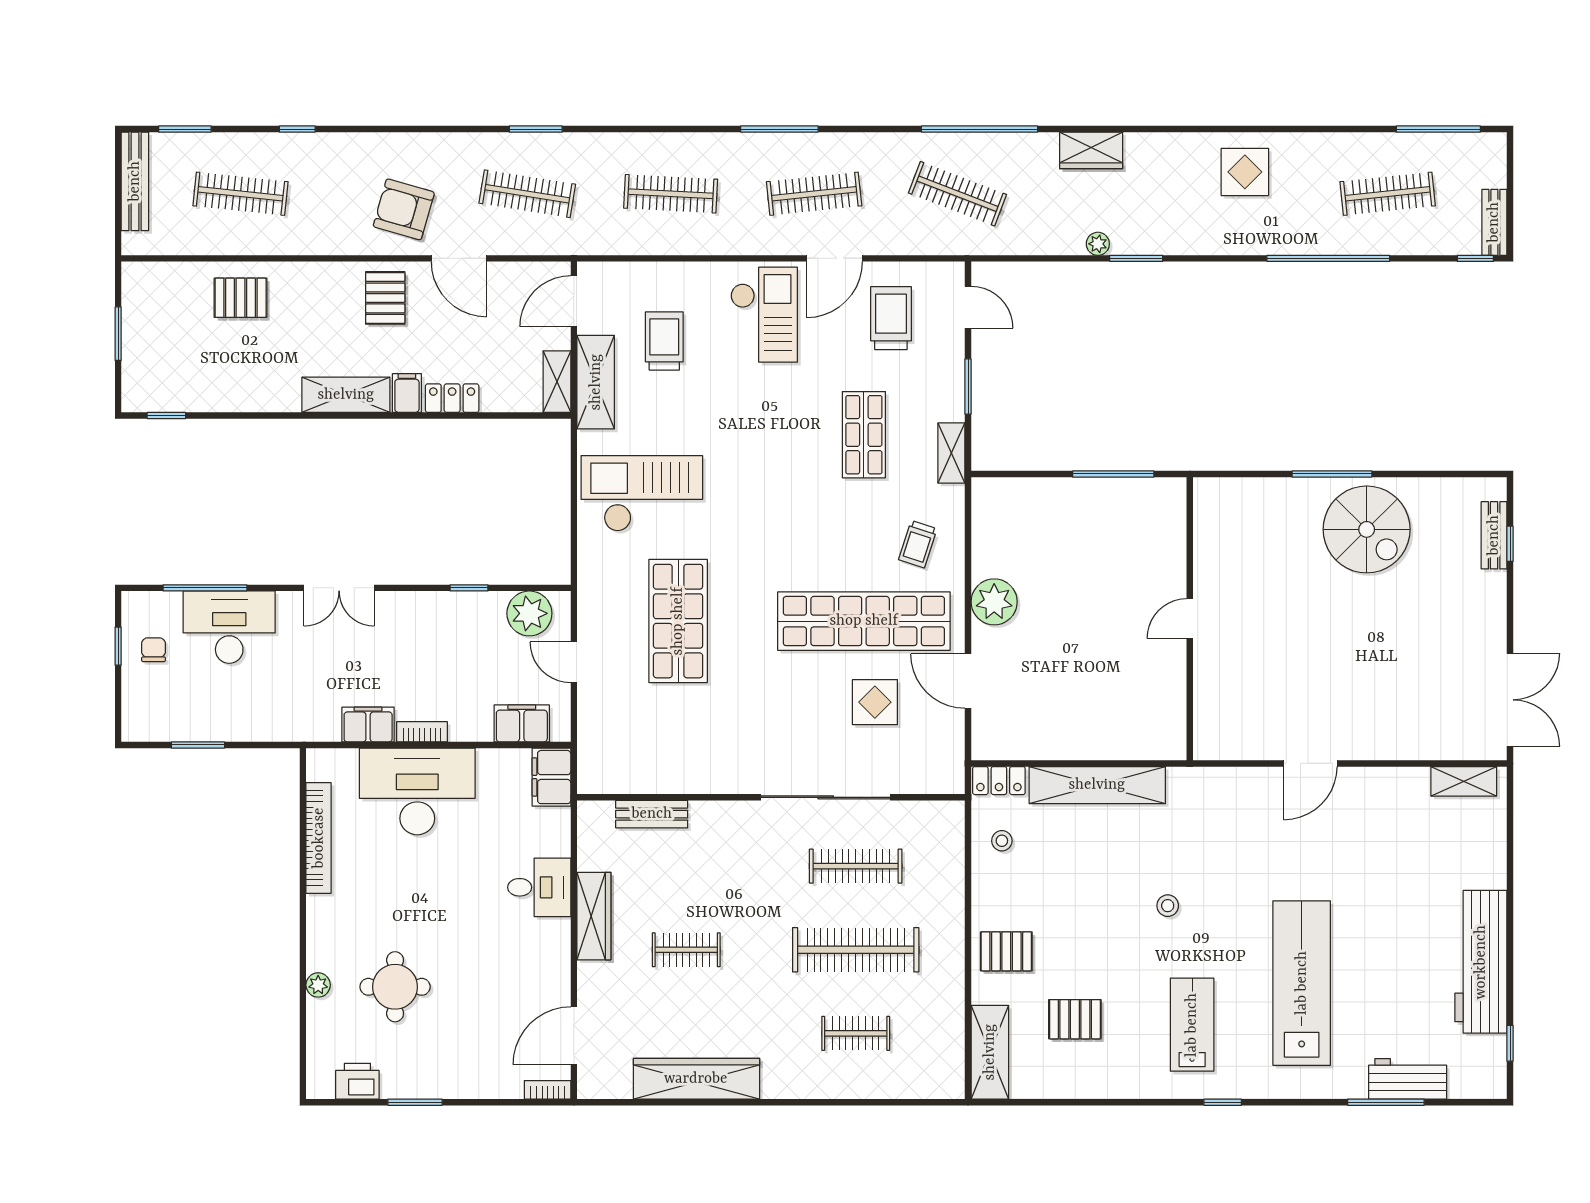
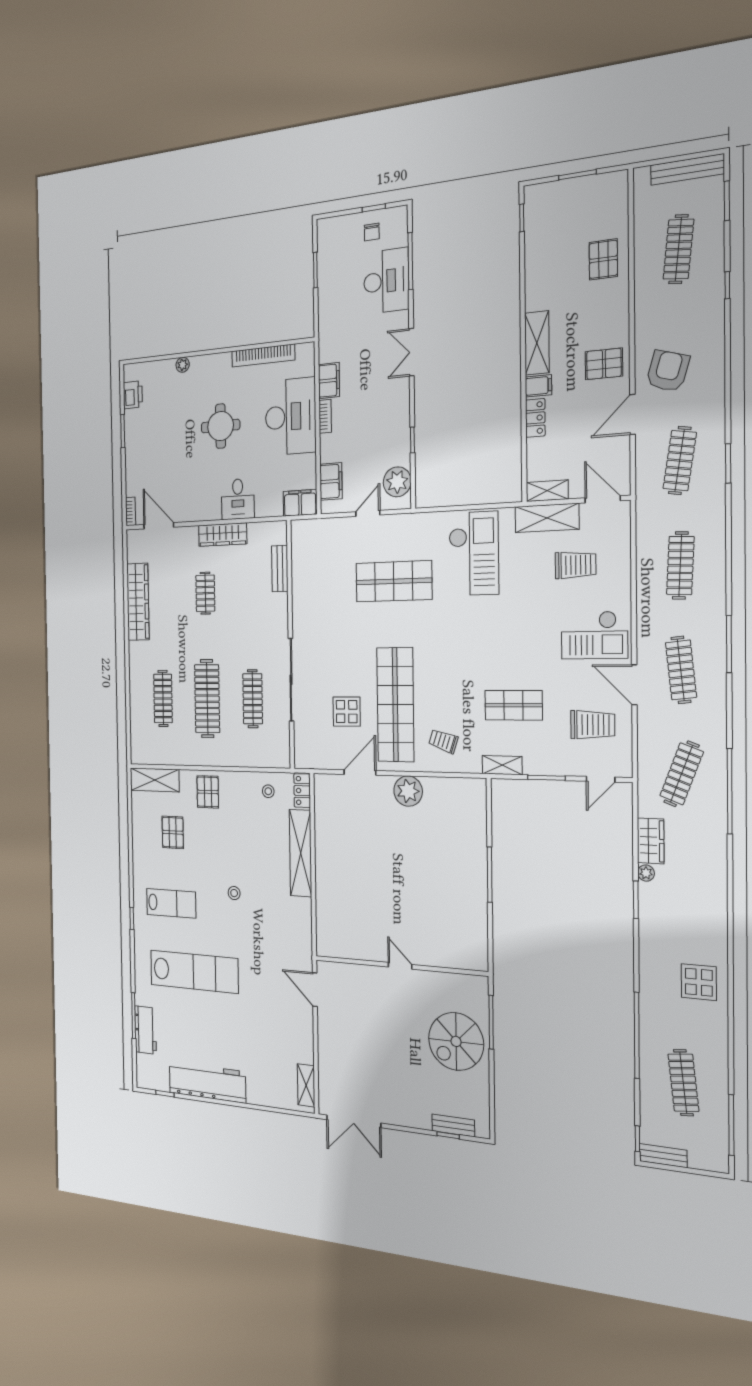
wardrobe: (1091, 150) -> (651, 841), moved, turned 180
door: (1190, 619) -> (400, 966), moved
wall: (1190, 619) -> (400, 966), moved
chair: (153, 650) -> (372, 232), turned 90
round table: (395, 987) -> (221, 426), moved
clothes rail: (856, 1033) -> (163, 698), width x1.36

